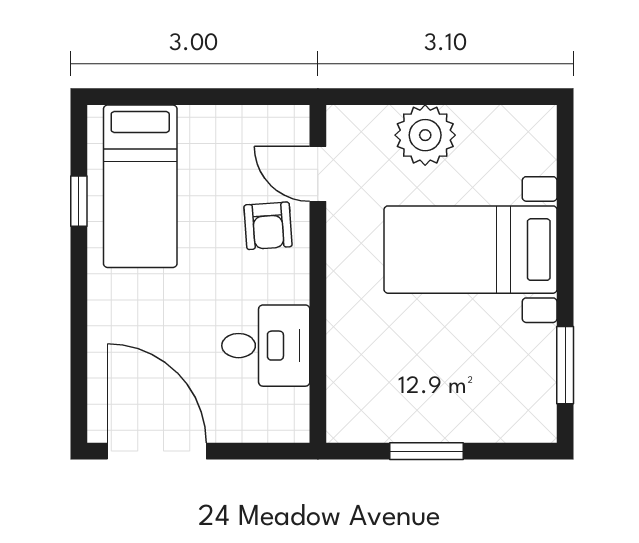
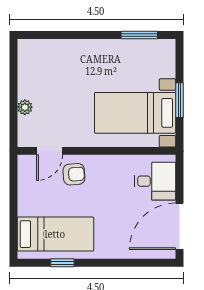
plant: (425, 135) -> (25, 107), width x0.53, depth x0.53
bed with nightstands: (470, 250) -> (135, 113), moved, turned 90
desk: (266, 346) -> (155, 181), moved, turned 90

